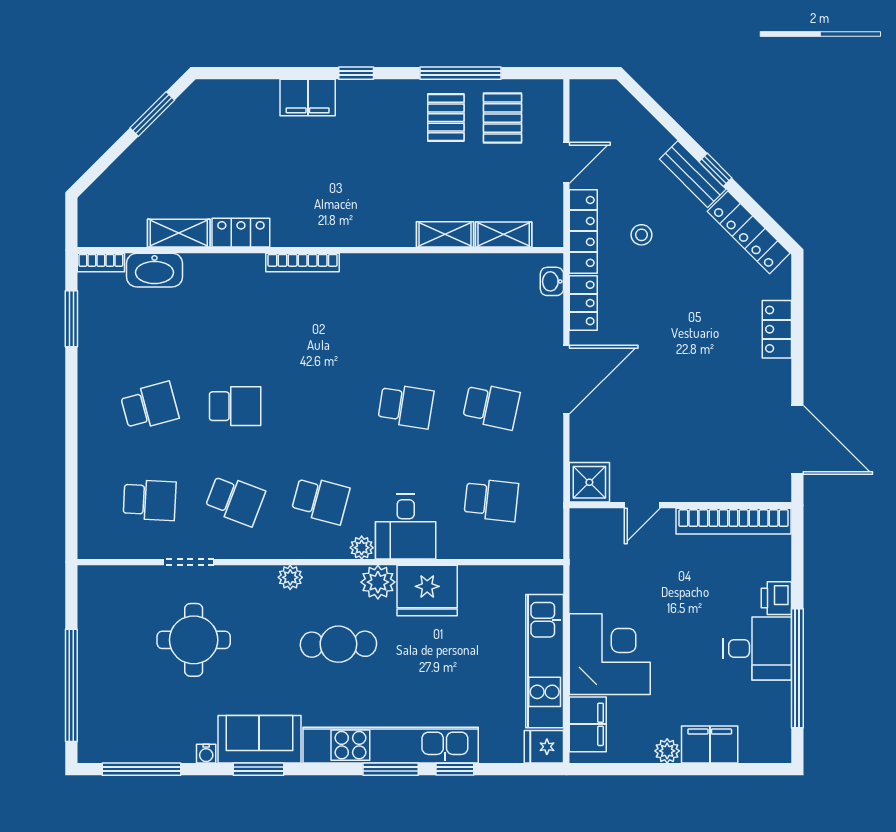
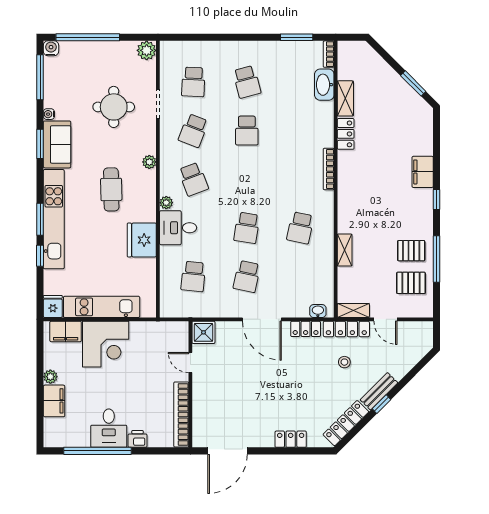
shelving: (504, 235) -> (353, 310), moved, turned 90
school desk: (406, 312) -> (300, 228), added
school desk: (320, 500) -> (193, 179), turned -36
plant: (378, 582) -> (147, 50), moved
water cooler: (91, 750) -> (51, 48), added

